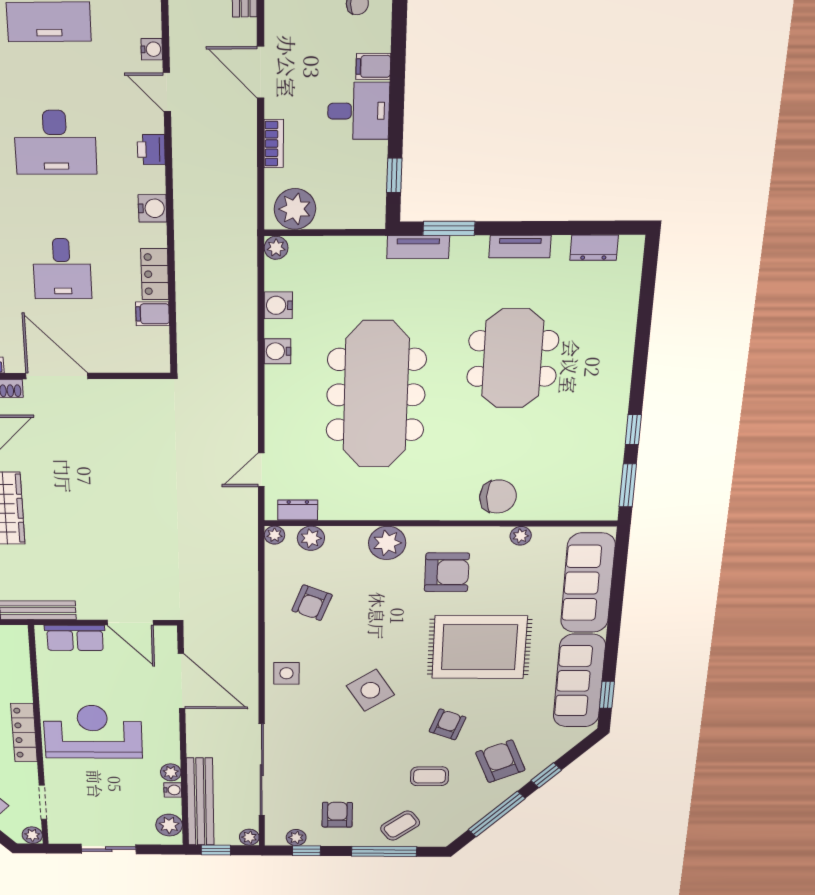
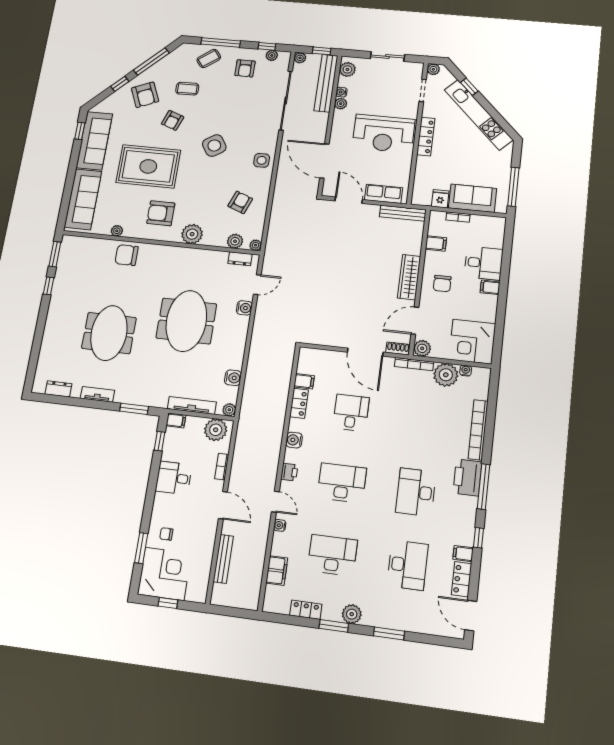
filing cabinet: (373, 66) -> (176, 420), moved
tv unit: (418, 247) -> (192, 405), moved, width x1.41
water cooler: (277, 351) -> (244, 308), moved
meeting table: (376, 395) -> (186, 321), width x0.73

